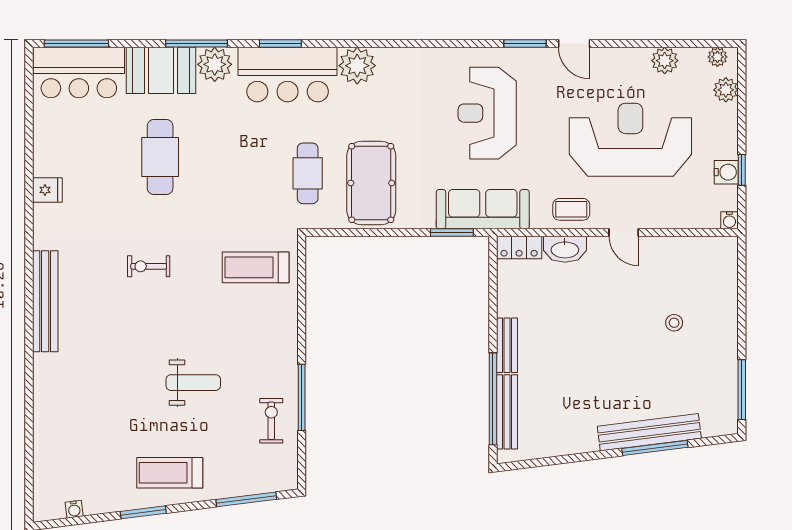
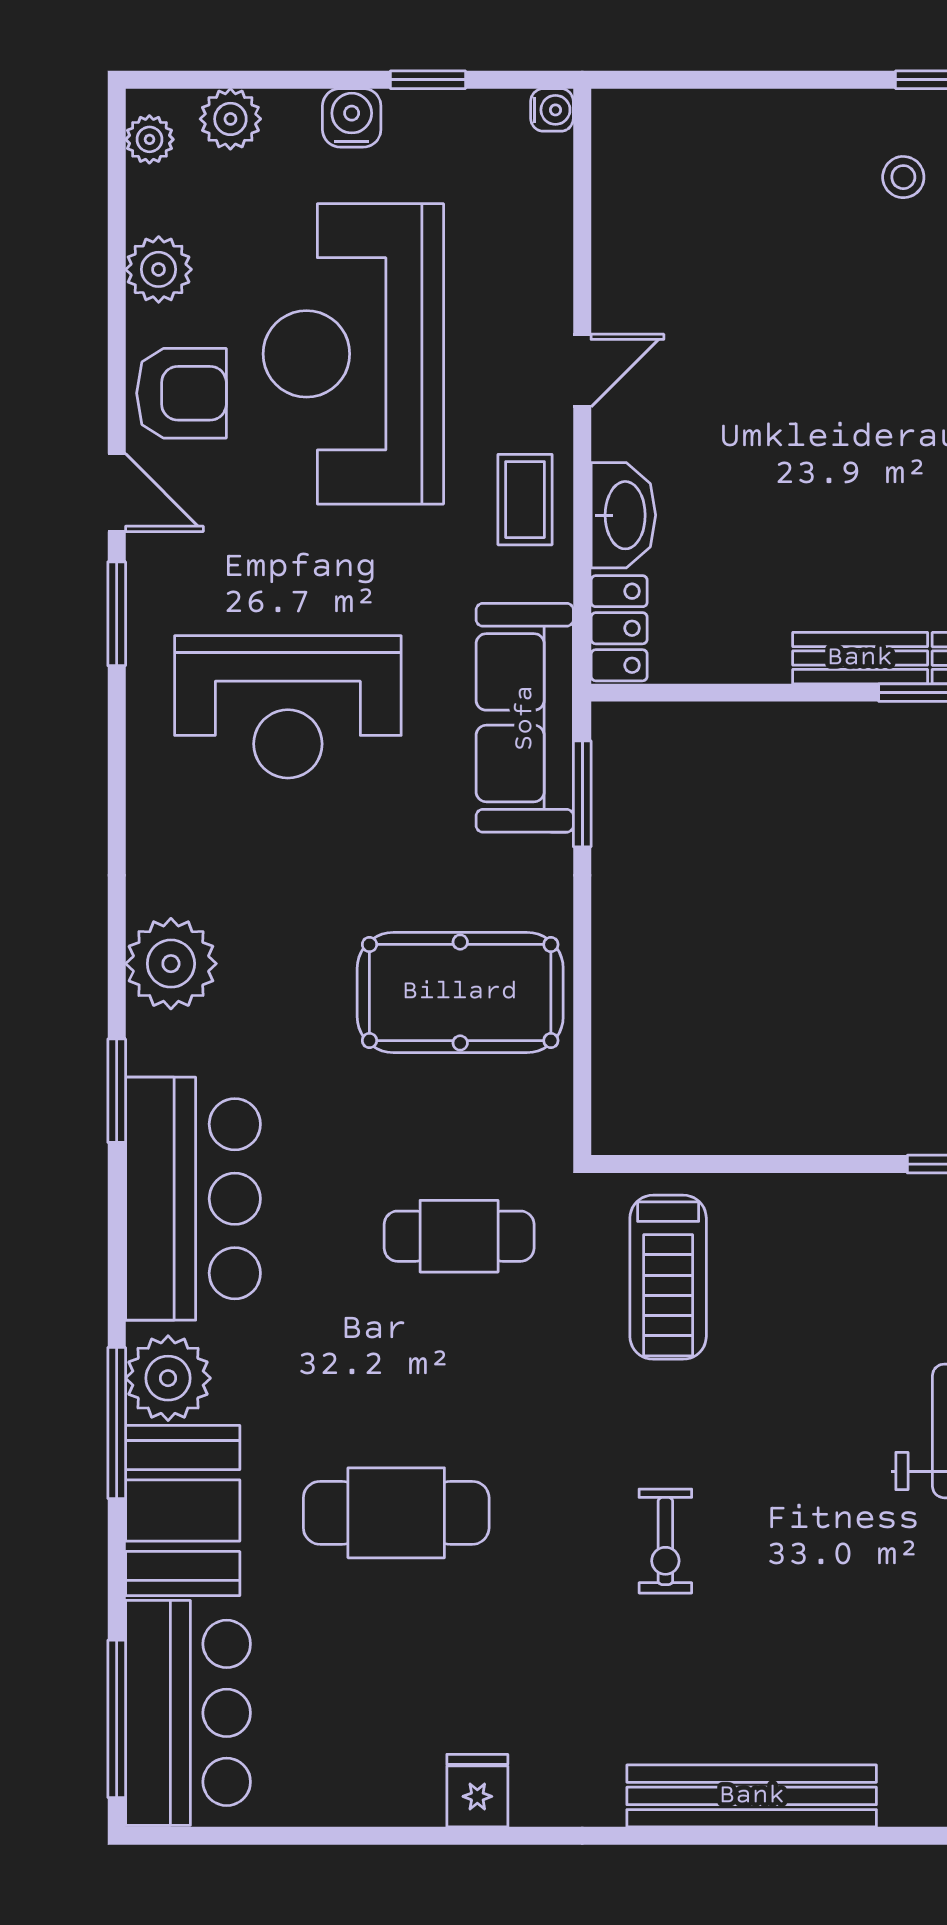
window: (280, 44) -> (117, 1091), moved
door: (574, 44) -> (117, 493), hinge flipped
plant: (357, 66) -> (171, 964), moved
armchair: (614, 70) -> (181, 393), added
water cooler: (726, 172) -> (352, 118), moved
cafe table: (308, 173) -> (459, 1236), moved
stool: (674, 323) -> (903, 177), moved

